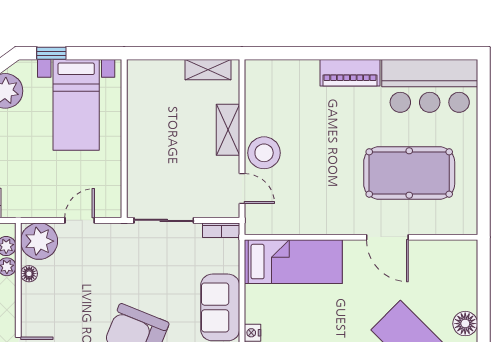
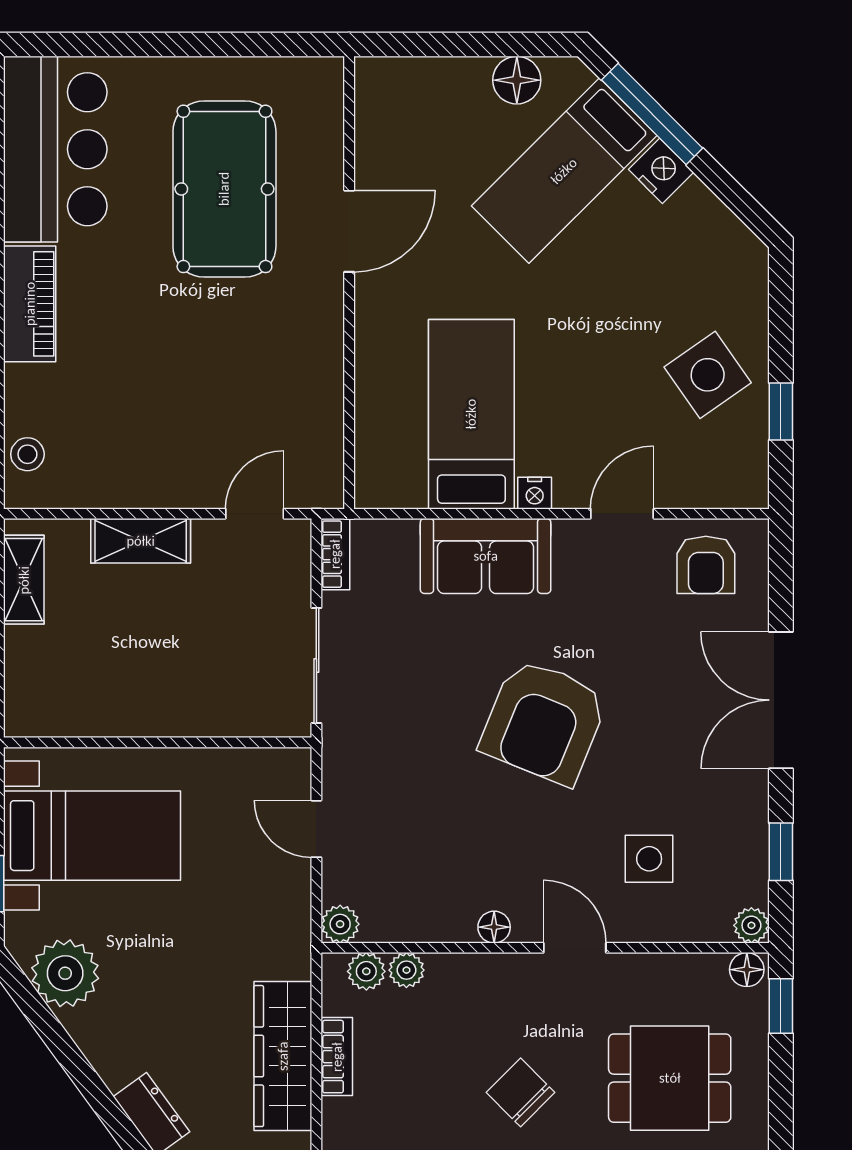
stool: (264, 153) -> (27, 454), moved, width x0.53, depth x0.53
plant: (39, 241) -> (340, 924), width x0.53, depth x0.53
bed: (293, 262) -> (471, 414), moved
floor lamp: (29, 274) -> (494, 927), moved

